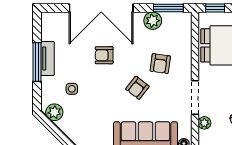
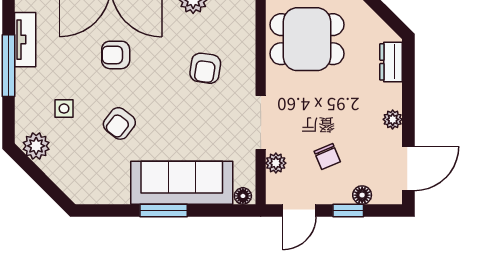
tv unit: (47, 58) -> (25, 40), moved
armchair: (137, 88) -> (119, 123), moved

